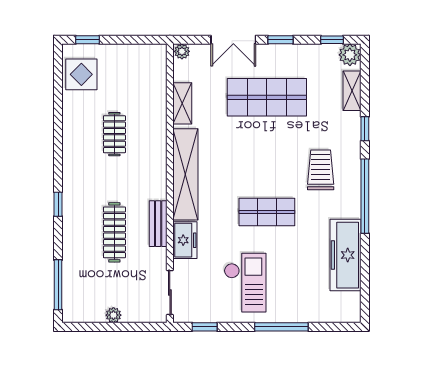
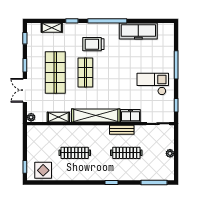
double door: (233, 40) -> (25, 90), swing flipped
plant: (350, 55) -> (33, 29), removed
clothes rail: (114, 134) -> (75, 153), width x1.36
shop shelf: (267, 212) -> (85, 72), moved

